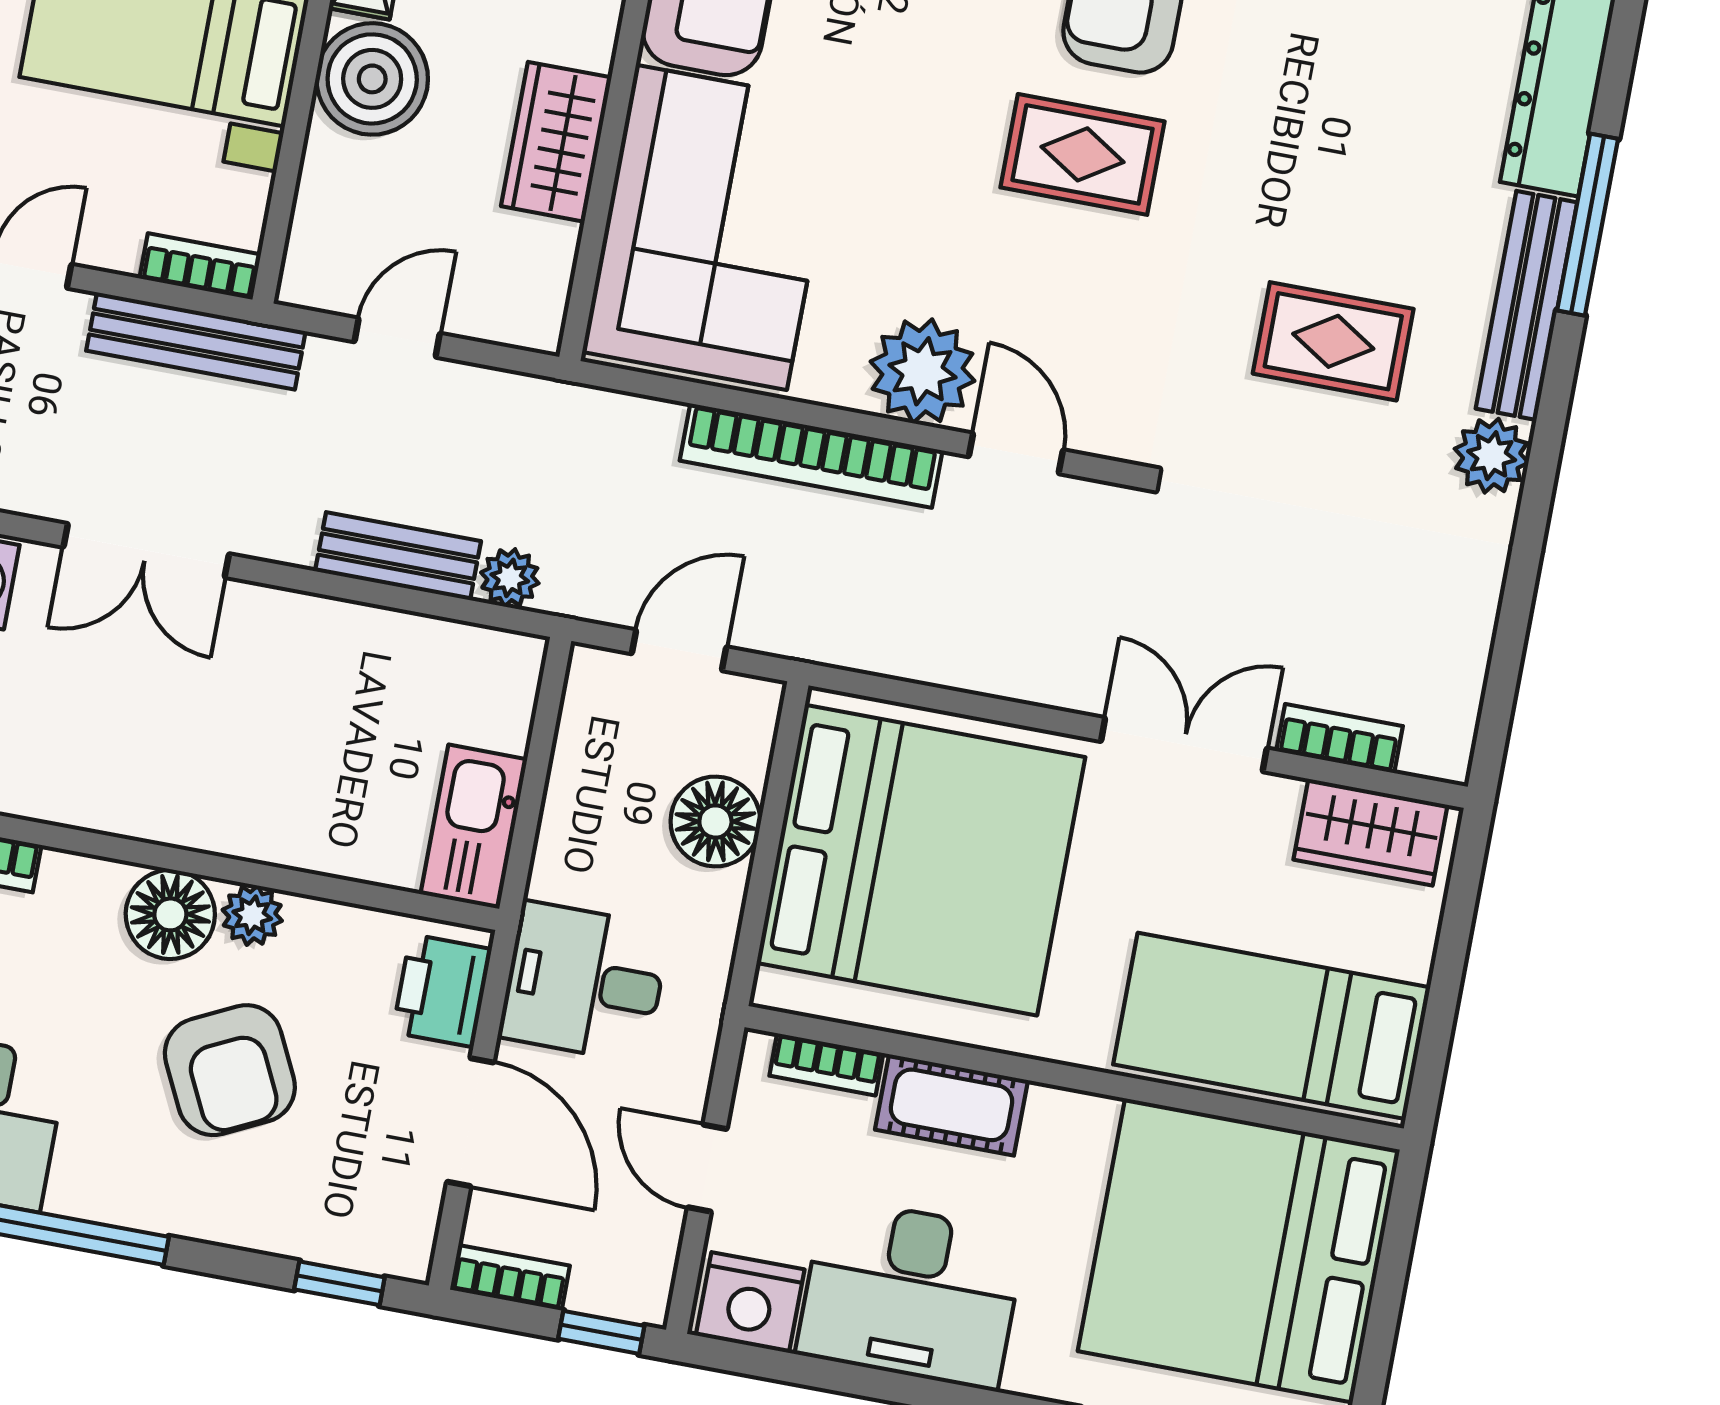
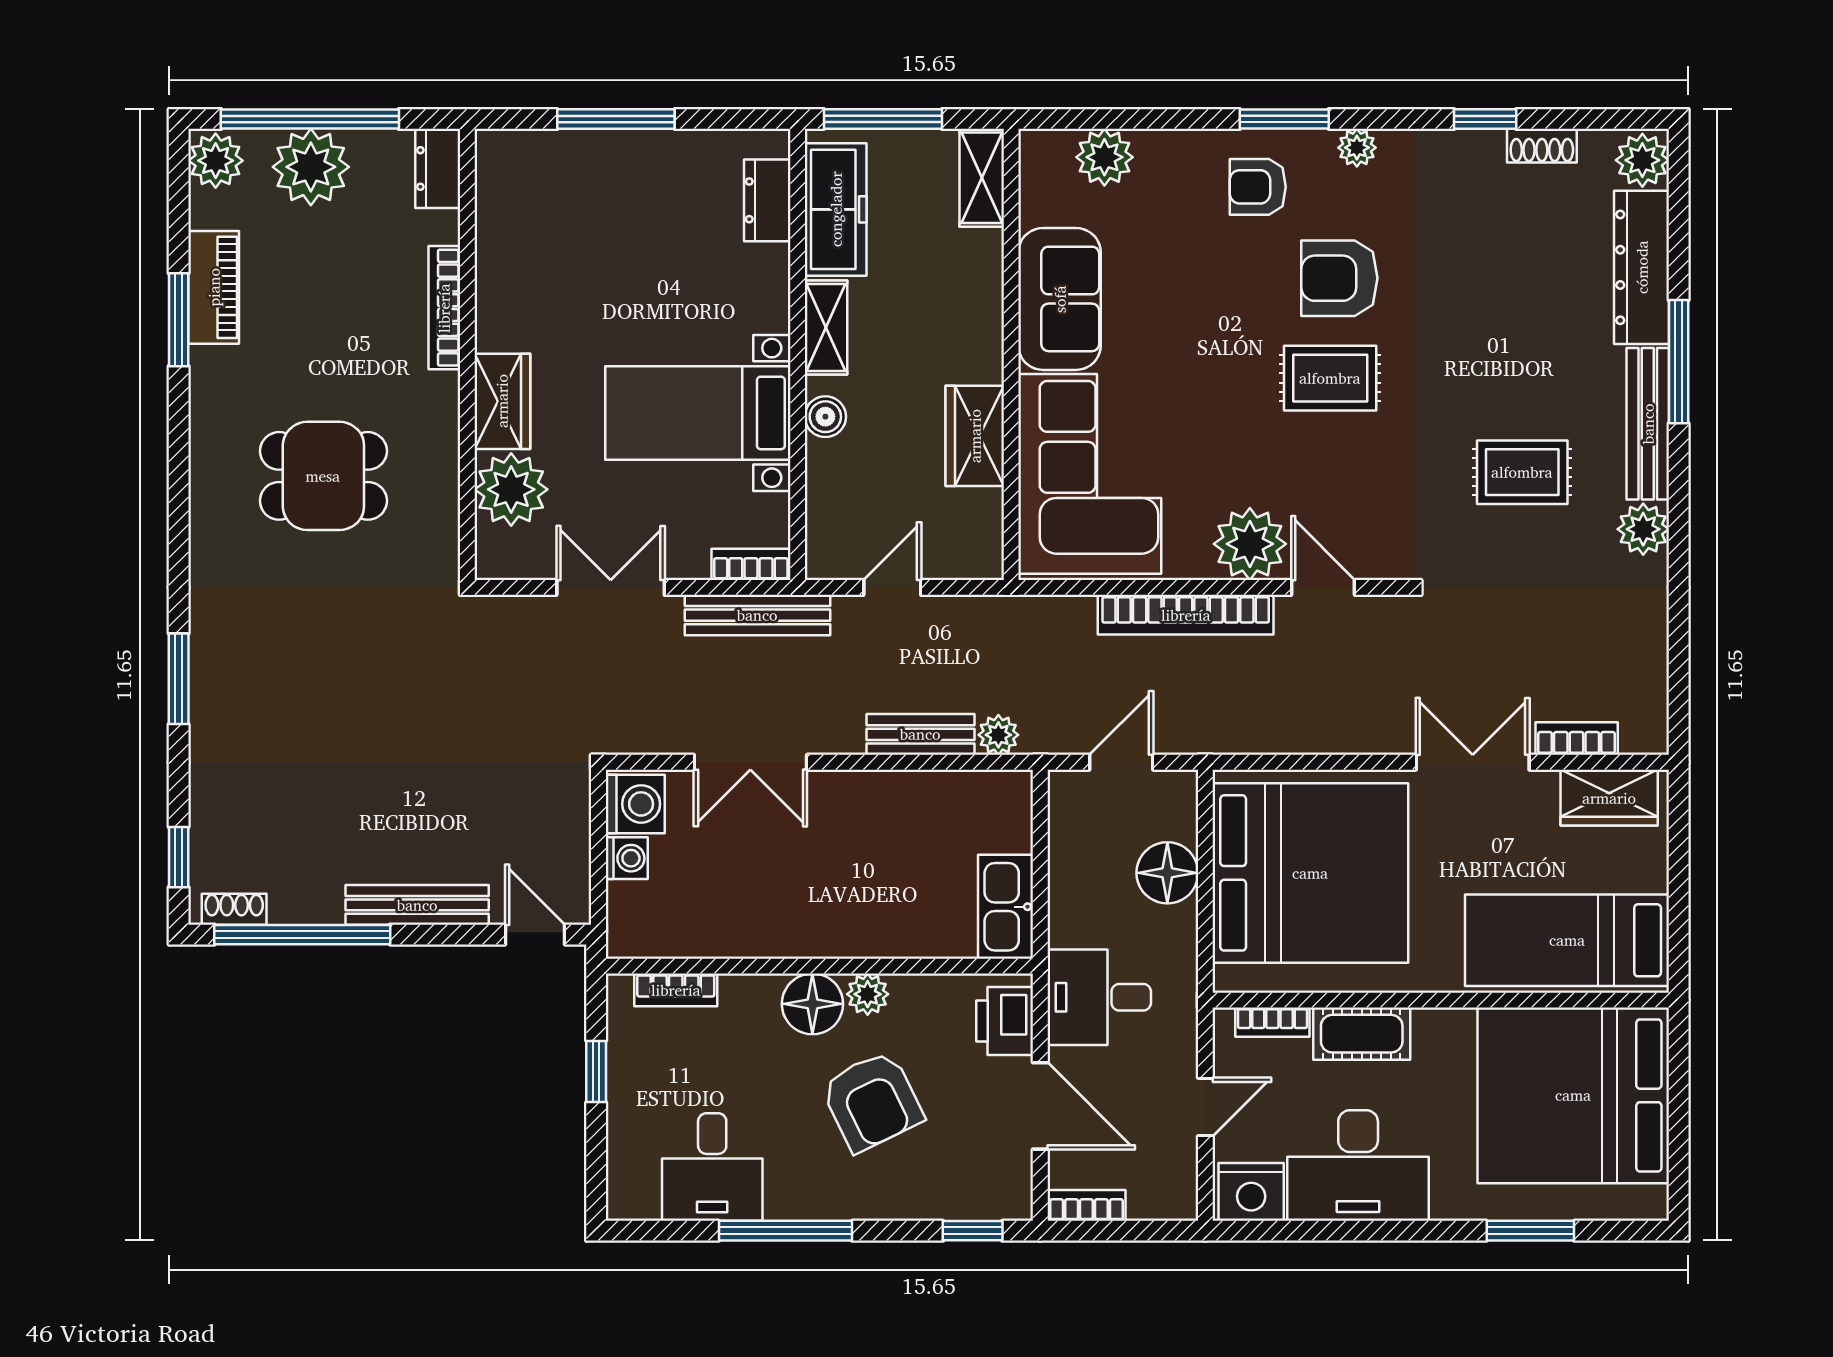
boiler: (372, 79) -> (825, 417), width x0.54, depth x0.54
door: (707, 1168) -> (1205, 1107), swing flipped
window: (601, 1332) -> (1155, 1231), removed

